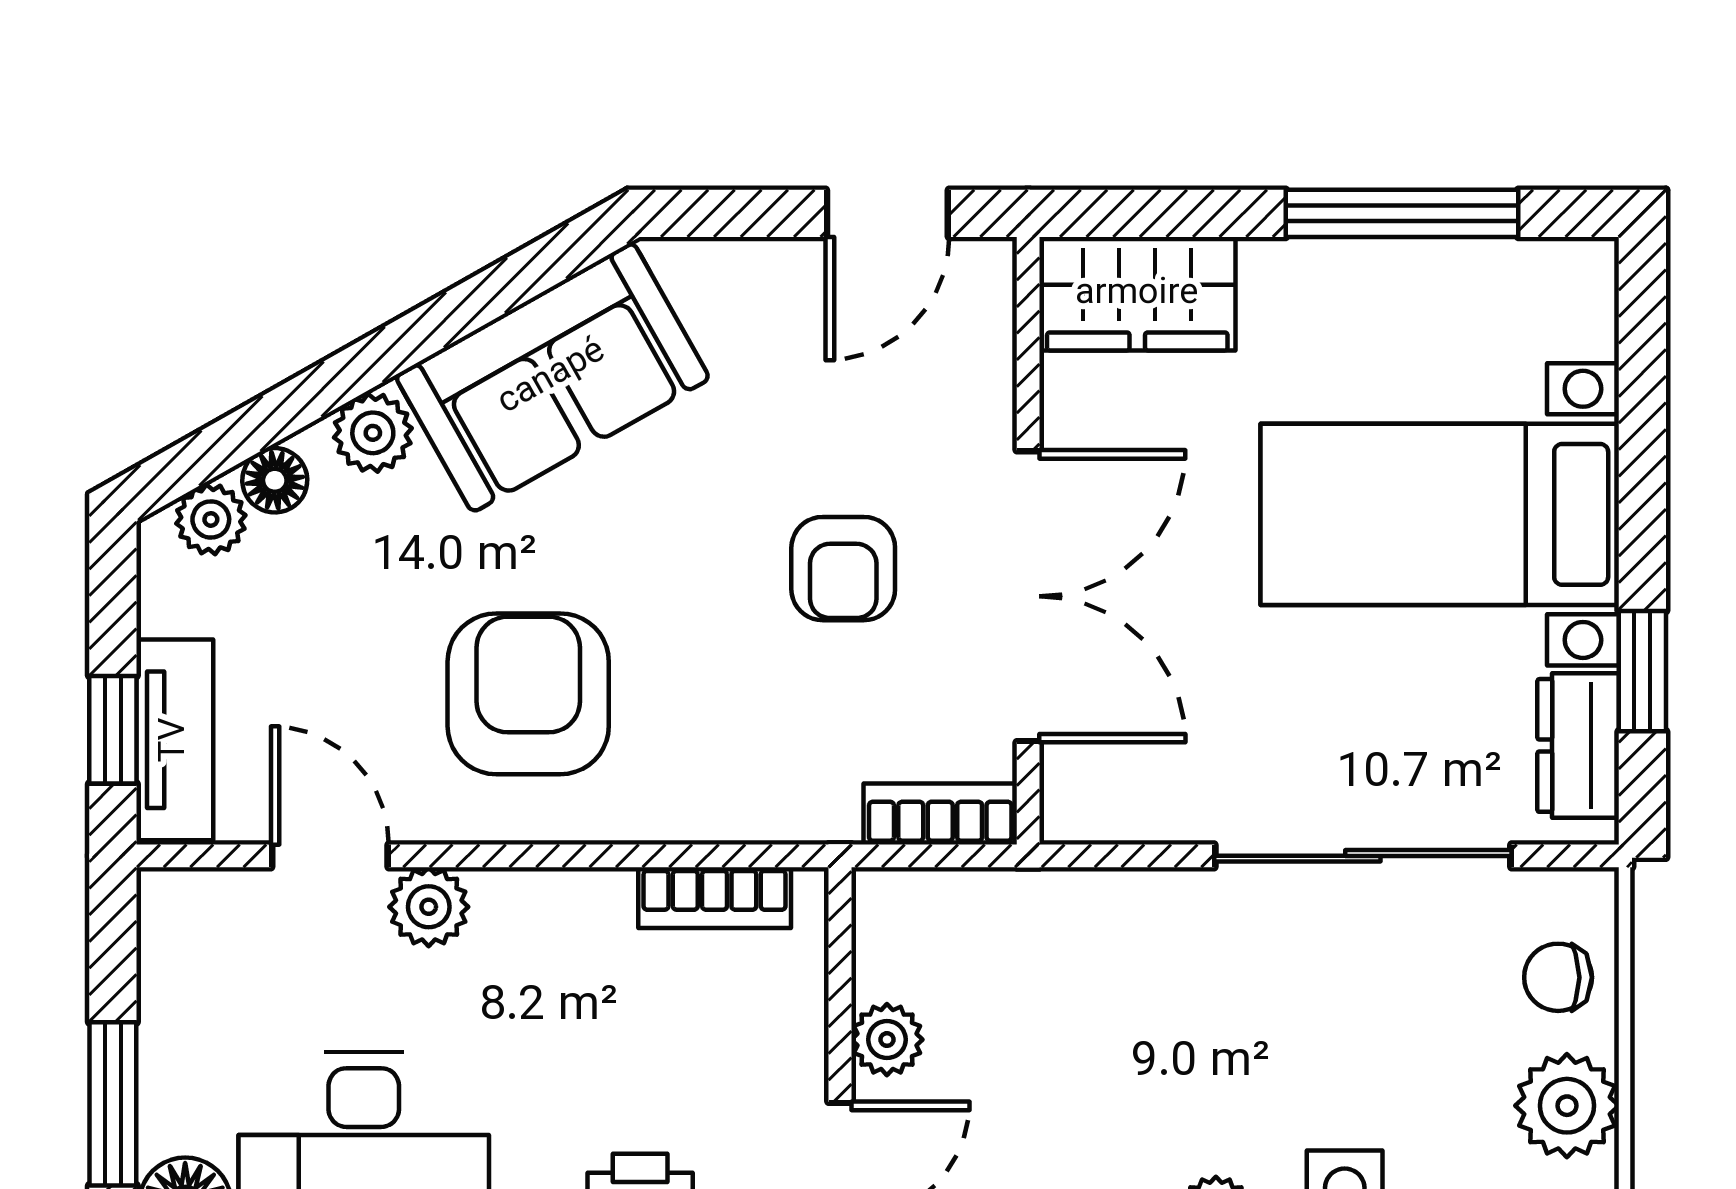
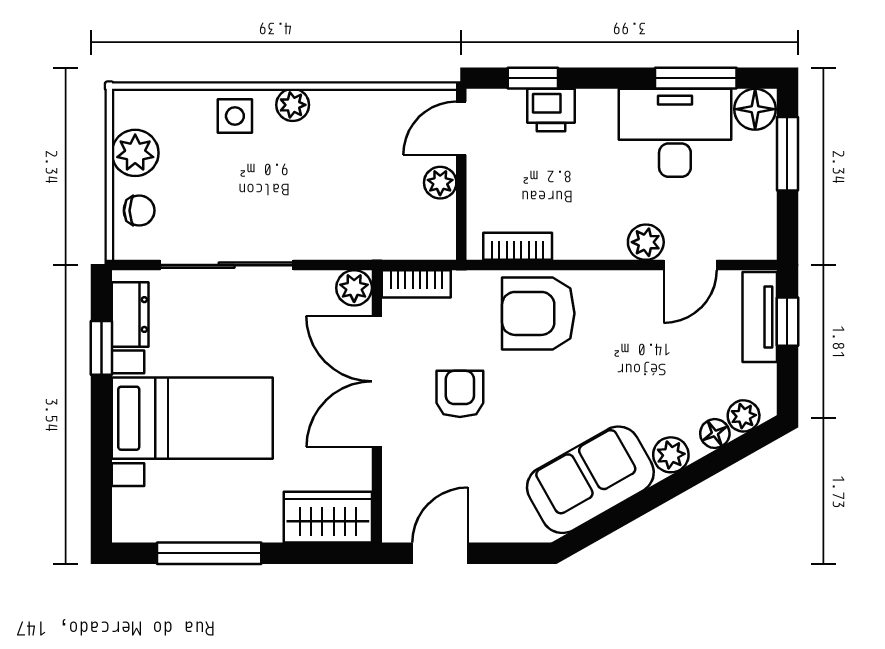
armchair: (528, 694) -> (538, 313), moved, turned 90
plant: (1079, 805) -> (354, 288), added
door: (330, 856) -> (690, 265), hinge flipped

